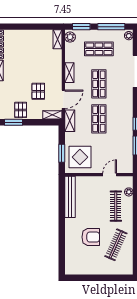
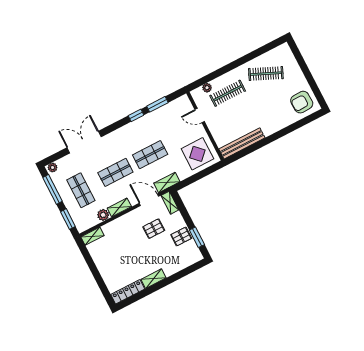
plant: (70, 37) -> (103, 215), moved
window: (62, 153) -> (203, 174), removed
armchair: (91, 237) -> (302, 102), moved, turned -92

